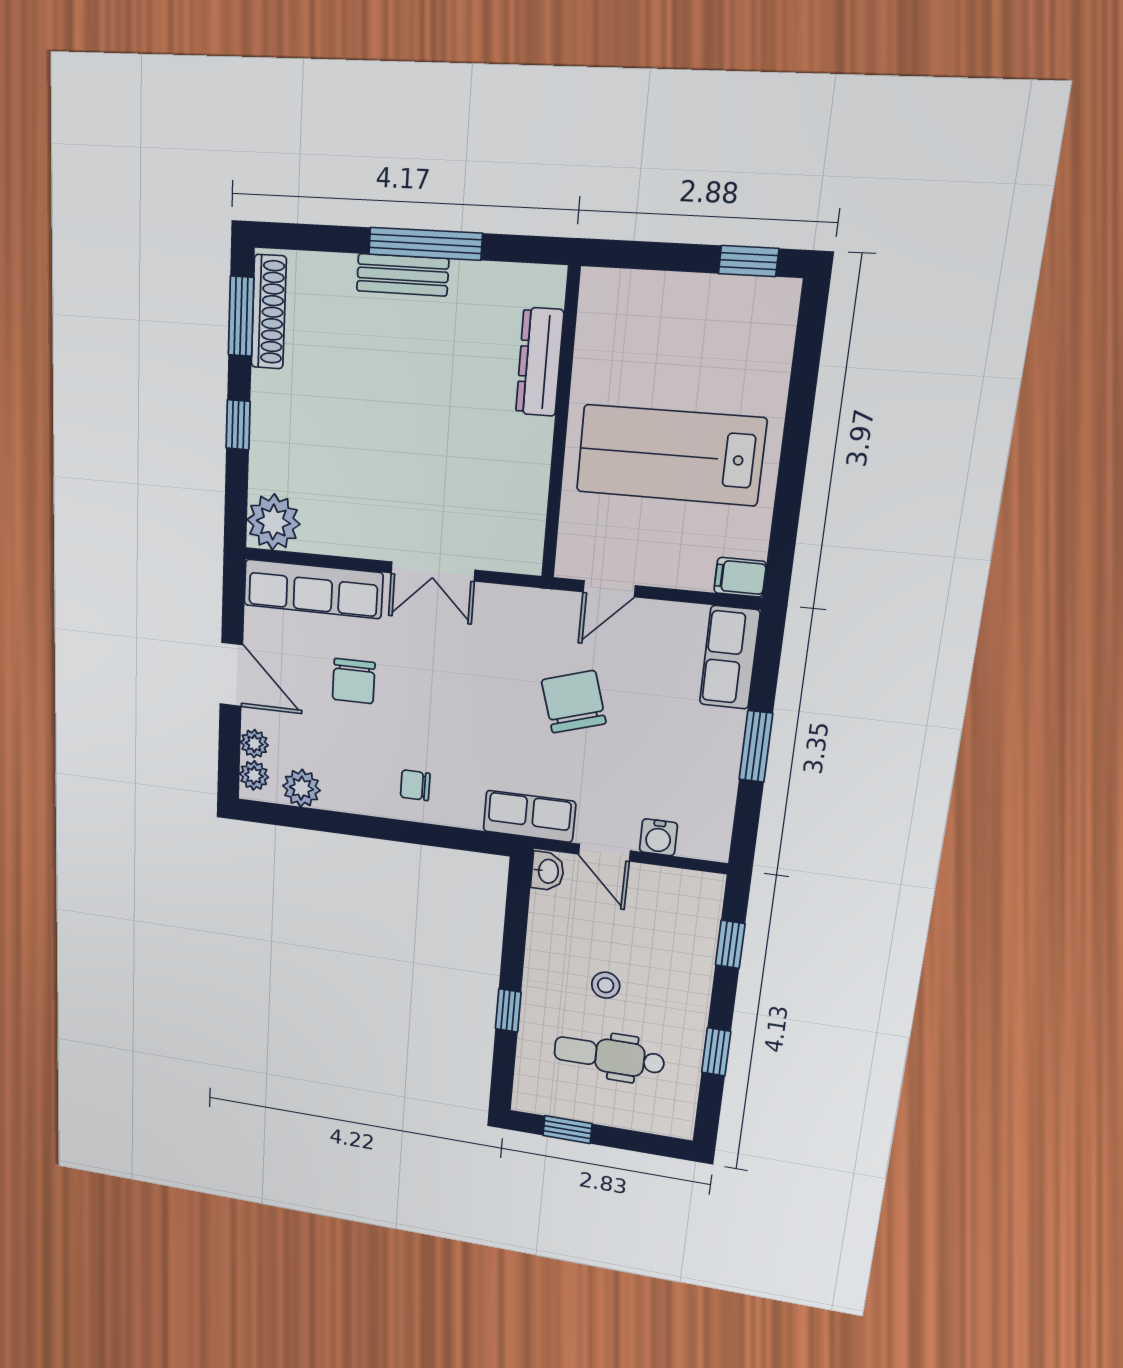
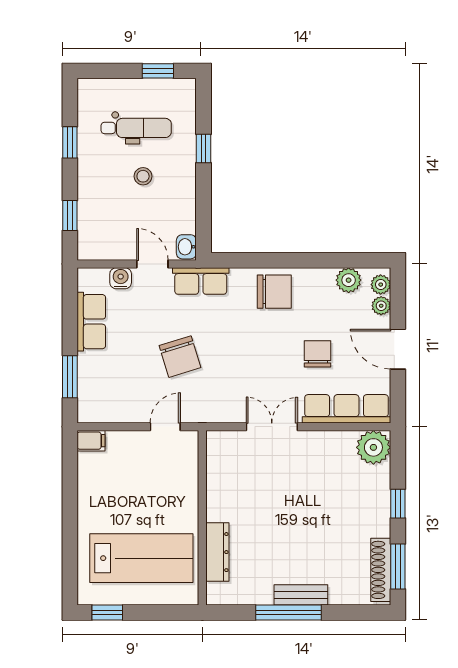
lab bench: (670, 455) -> (141, 558), moved
row of seats: (730, 657) -> (91, 322), moved
window: (756, 746) -> (70, 377), moved
chair: (415, 785) -> (274, 292), width x1.87, depth x1.87

